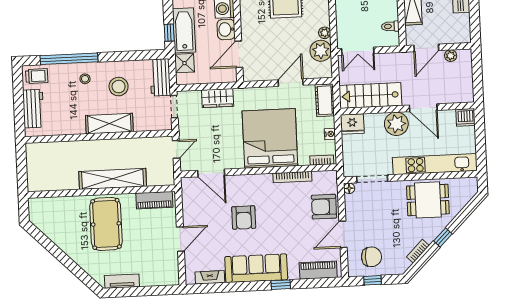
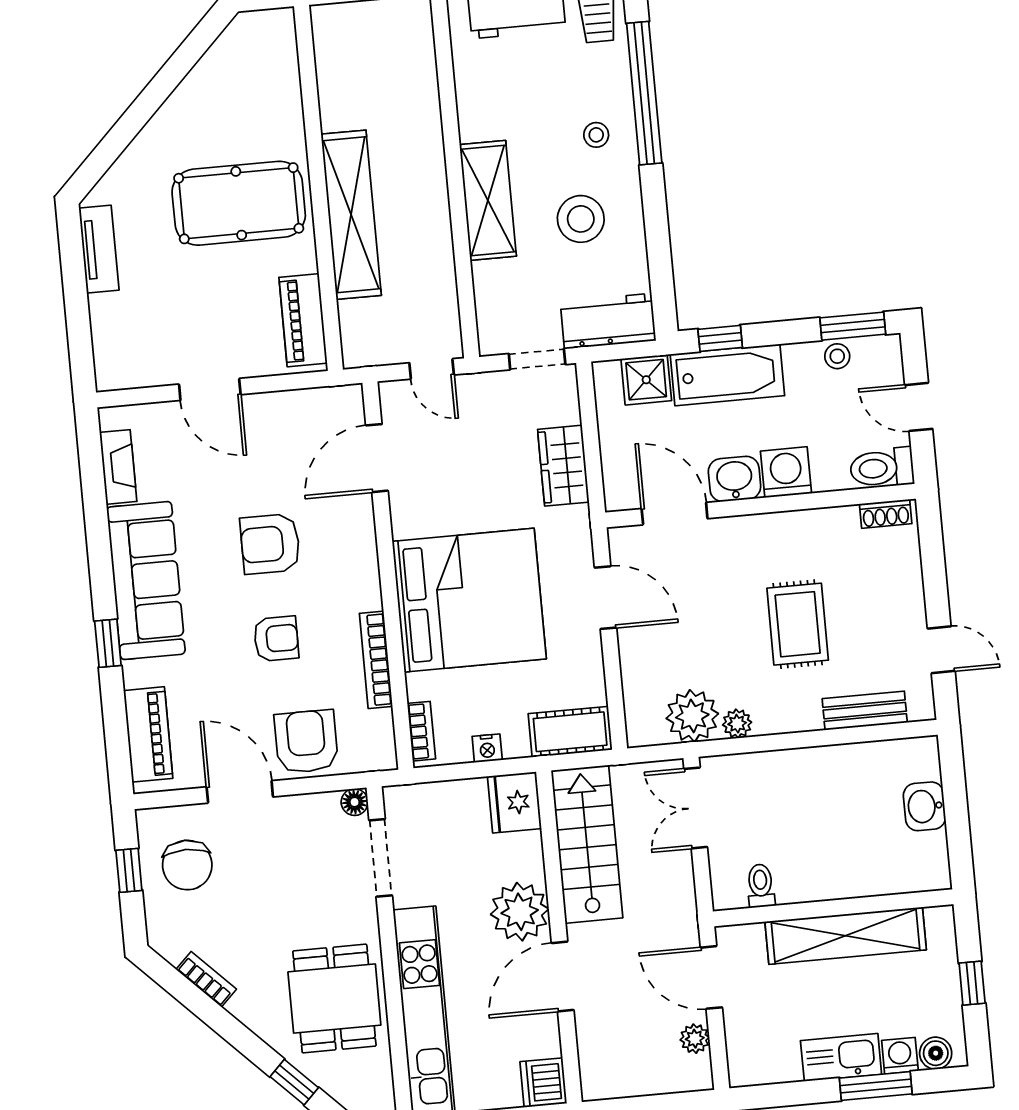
door: (291, 83) -> (606, 598), moved
armchair: (282, 217) -> (276, 639), added
window: (443, 237) -> (294, 1082), moved

